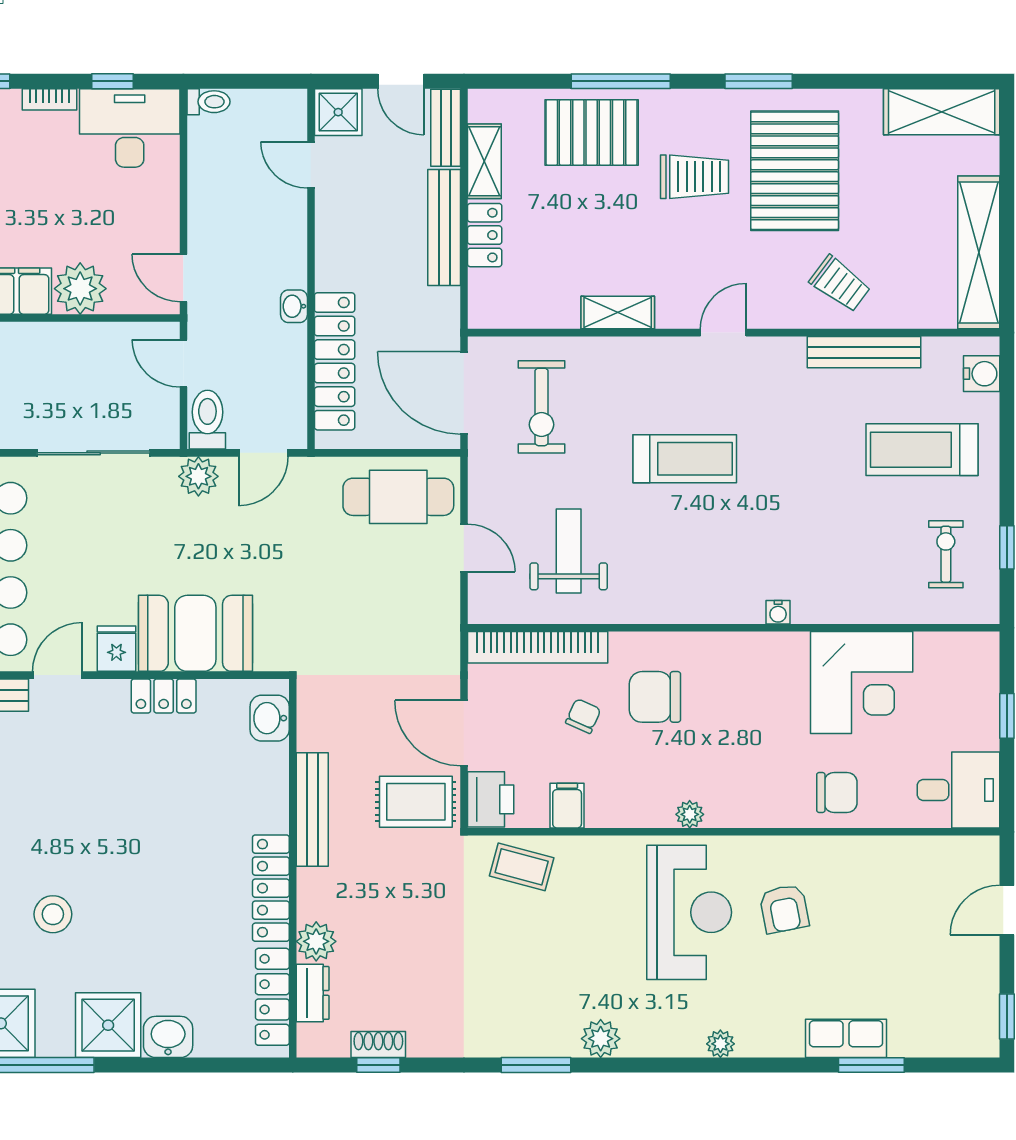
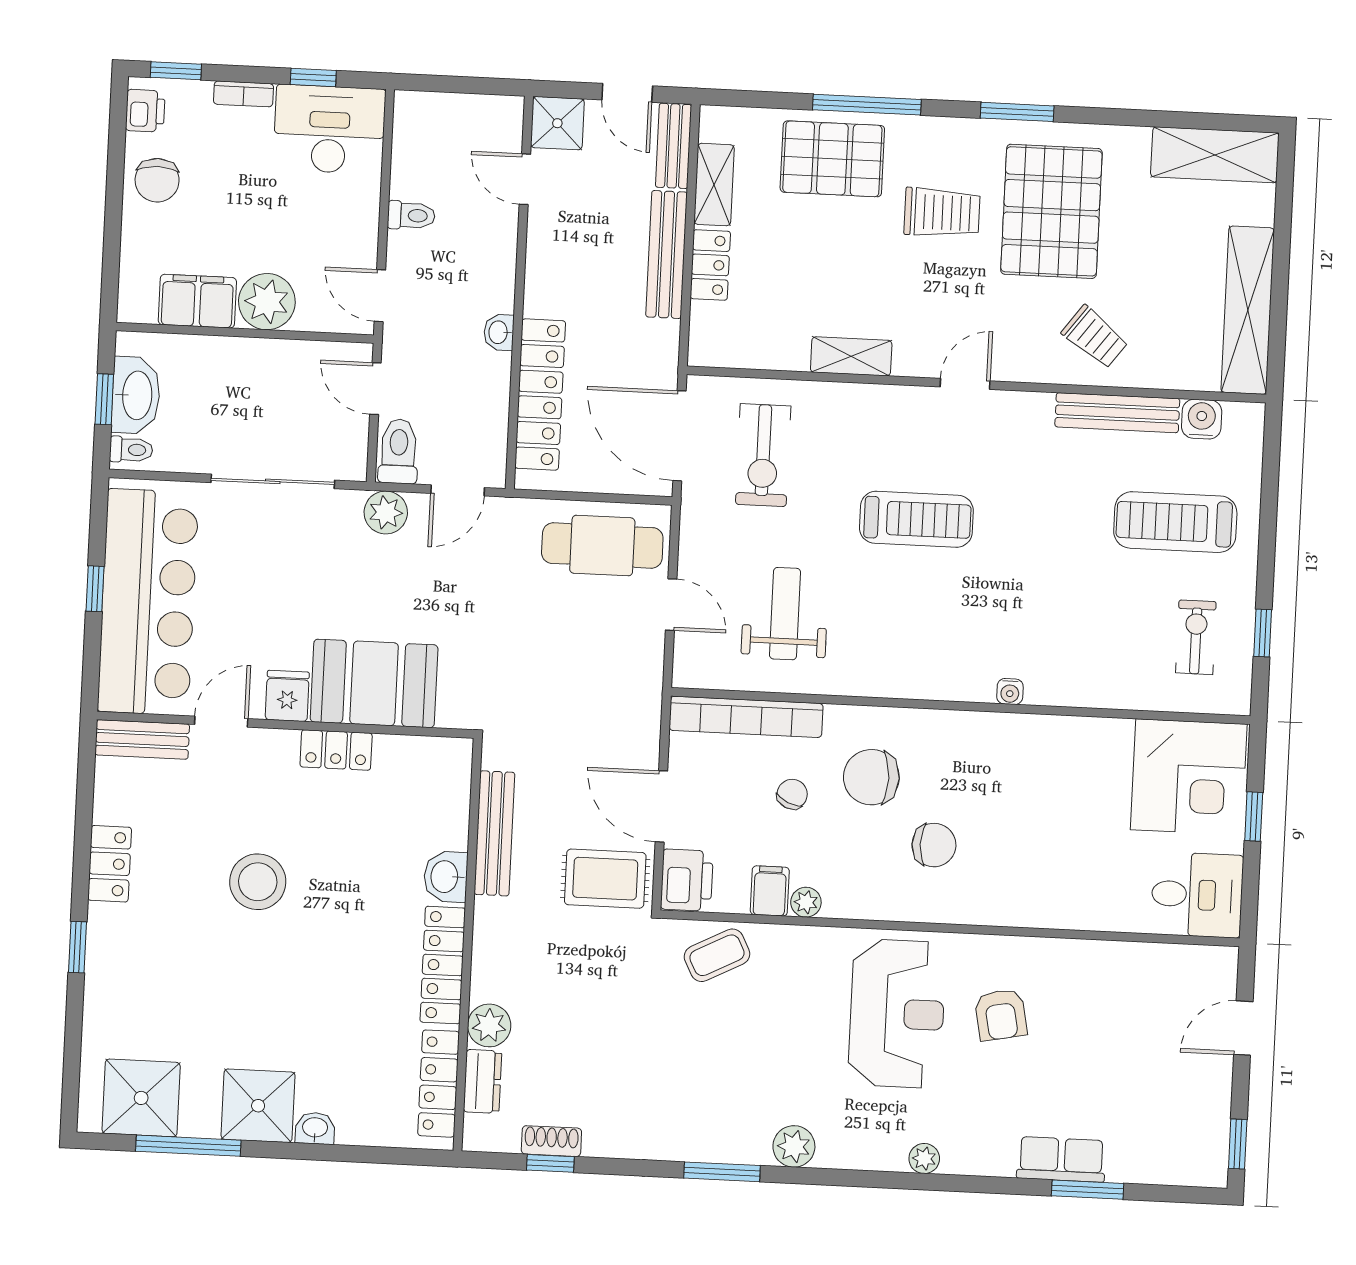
toilet: (208, 102) -> (411, 215), moved
water cooler: (982, 374) -> (1202, 419), moved, turned -90
corner desk: (862, 682) -> (1189, 777), moved
washbasin: (270, 718) -> (446, 877), moved
chair: (837, 792) -> (934, 845), moved
bench: (312, 809) -> (494, 833), moved
plant: (690, 814) -> (806, 902), moved
coffee table: (522, 867) -> (717, 955), turned -42
stool: (53, 914) -> (258, 882), moved, width x1.38, depth x1.38
washbasin: (168, 1037) -> (315, 1128), width x0.72, depth x0.69

